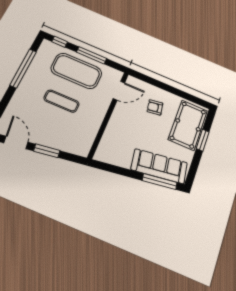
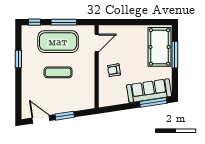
window: (23, 68) -> (18, 59), width x0.47
armchair: (155, 107) -> (114, 70), moved
window: (203, 140) -> (175, 55), width x1.44

